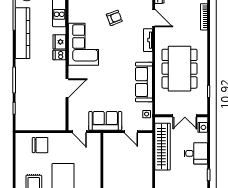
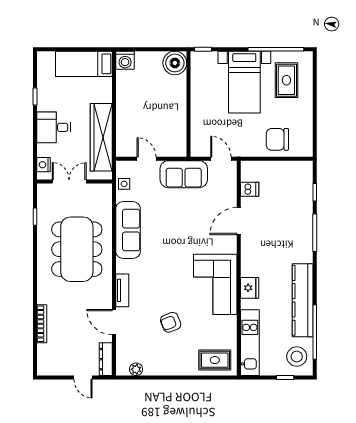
dishwasher: (59, 55) -> (250, 189), moved

